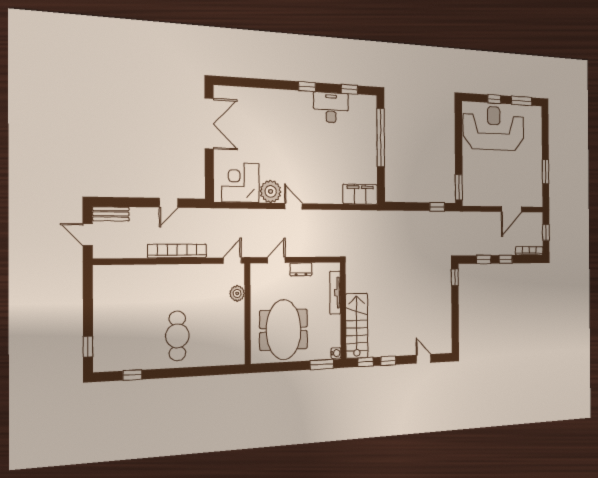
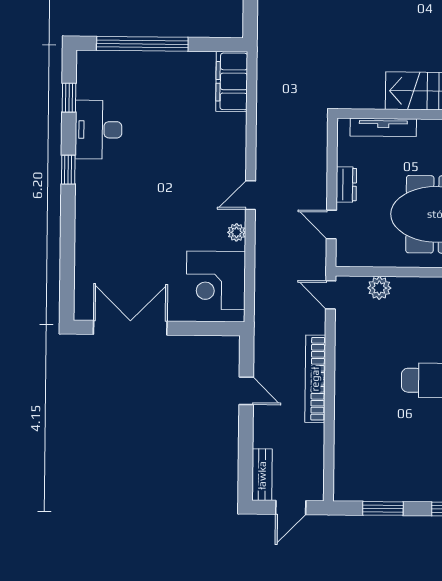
plant: (271, 191) -> (237, 232), width x0.53, depth x0.53
window: (88, 301) -> (383, 508), added

